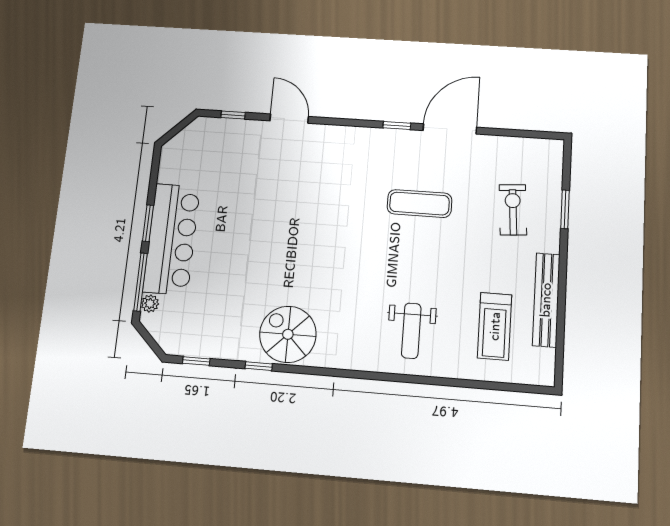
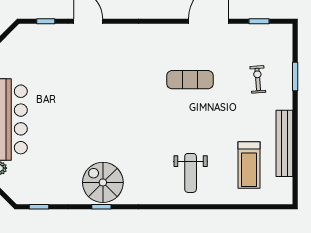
window: (397, 125) -> (259, 21), moved
exercise bike: (513, 210) -> (258, 79), width x0.73, depth x0.72
window: (259, 366) -> (101, 207), moved

